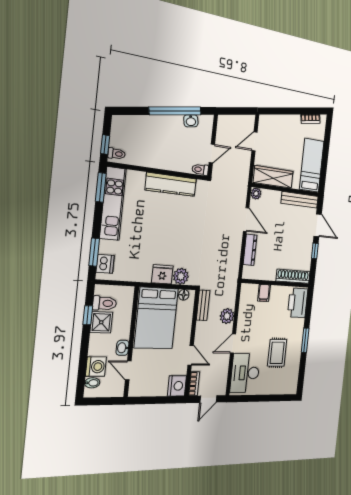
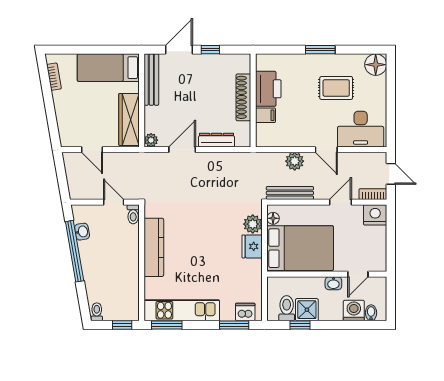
toilet: (117, 154) -> (97, 312), moved
shoe rack: (293, 276) -> (243, 97), moved
printer: (298, 303) -> (268, 89), moved, turned -90
bench: (203, 305) -> (290, 193), width x1.36
floor lamp: (290, 385) -> (376, 65), added

